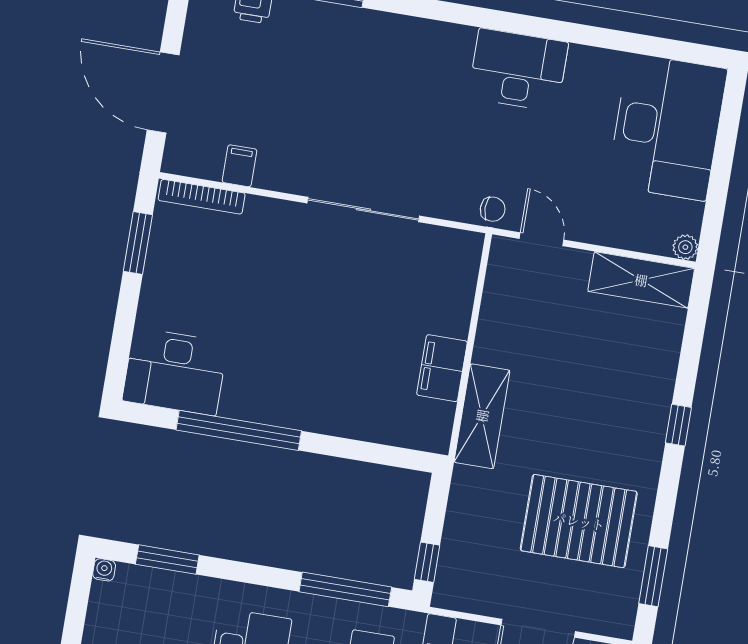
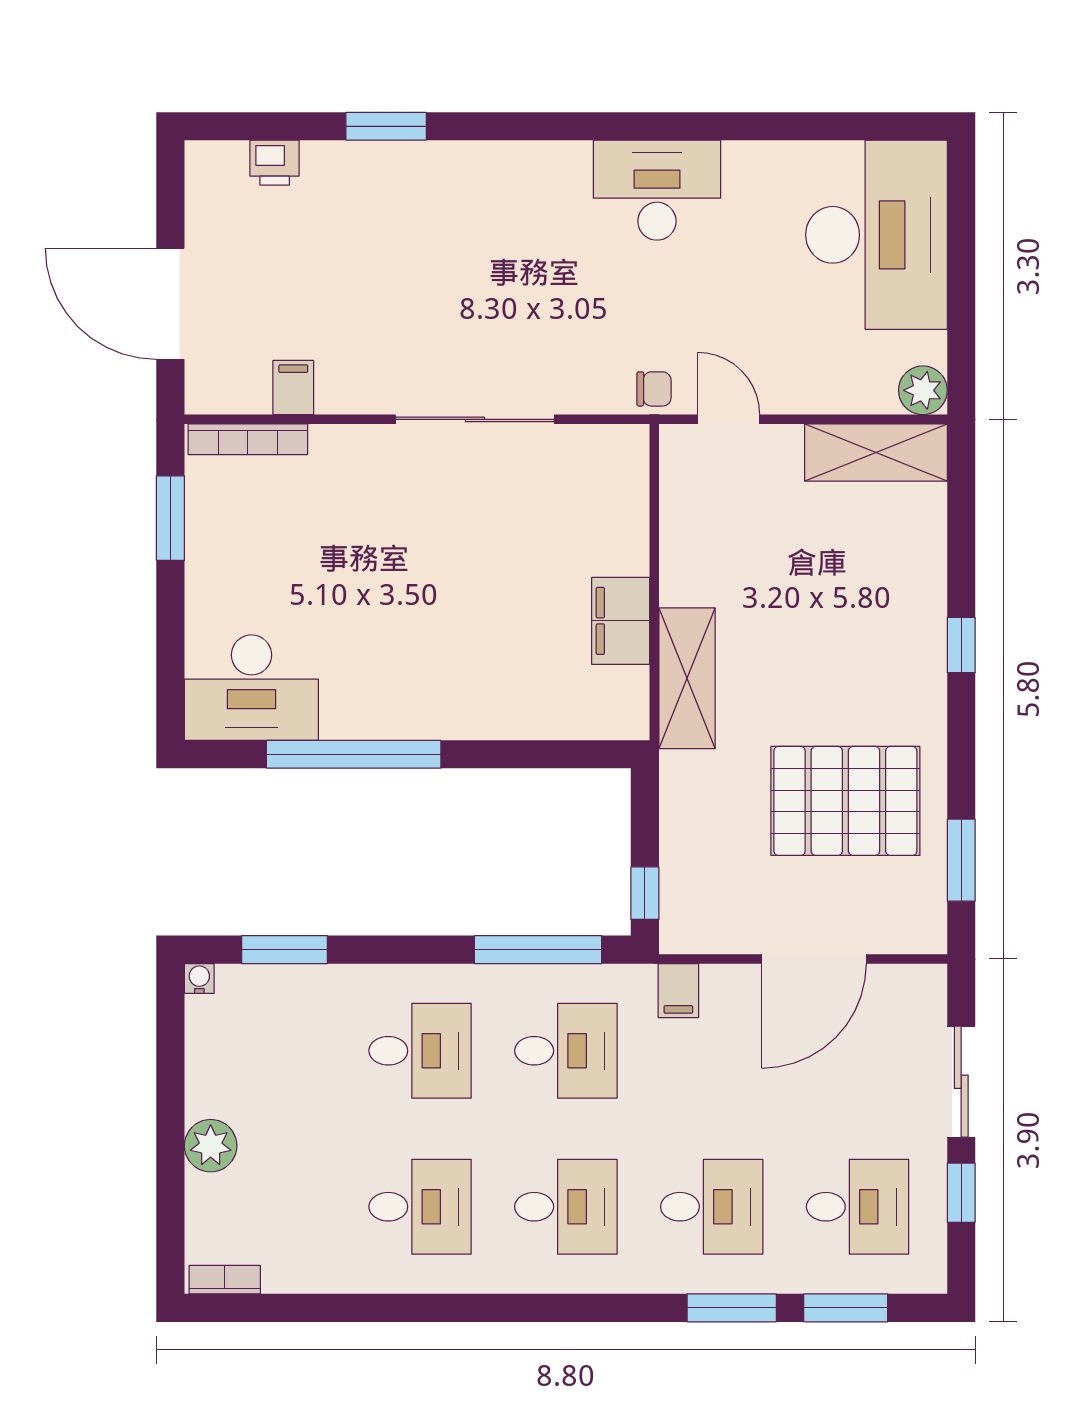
plant: (685, 247) -> (923, 390), width x1.38, depth x1.38

